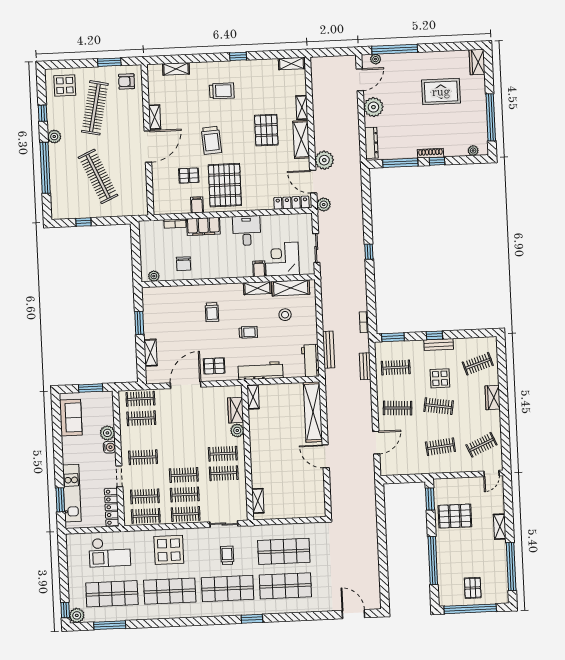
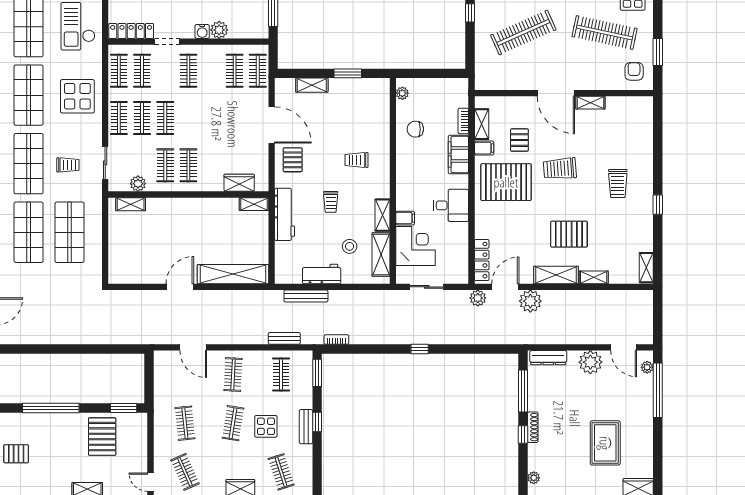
shelving: (176, 69) -> (482, 124), moved
workbench: (310, 361) -> (322, 274), moved
plant: (237, 430) -> (138, 184), moved

